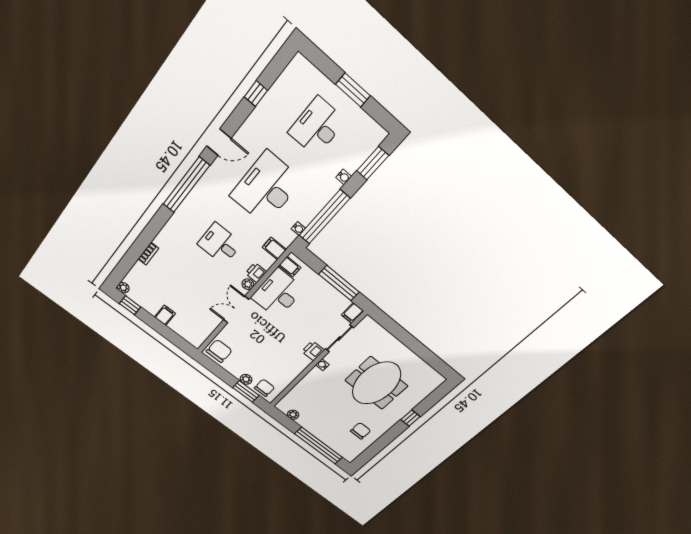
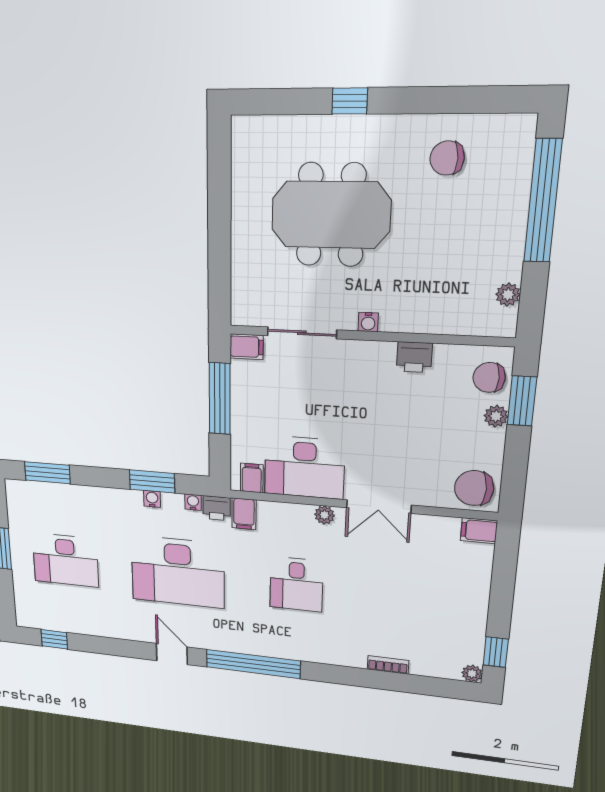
window: (256, 94) -> (54, 639), moved
water cooler: (344, 177) -> (152, 499), moved
window: (324, 217) -> (152, 481), width x0.47
printer: (256, 273) -> (217, 508), moved
filing cabinet: (165, 315) -> (479, 531), moved
printer: (313, 351) -> (414, 357), moved

